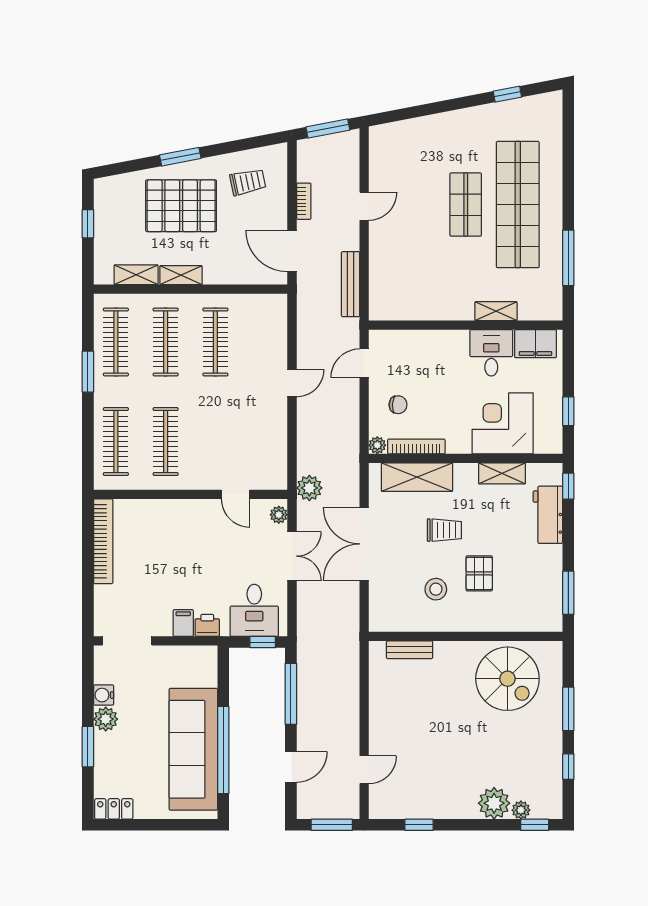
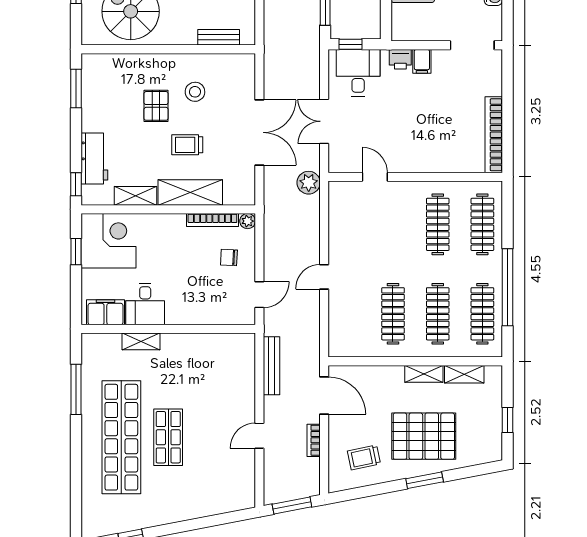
window: (88, 372) -> (508, 287), width x2.11
corner desk: (503, 423) -> (108, 241), moved, turned -90
shelving: (417, 477) -> (190, 192), moved
plant: (279, 515) -> (336, 159), removed

